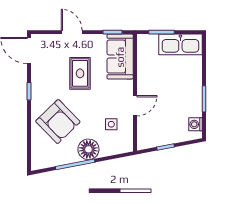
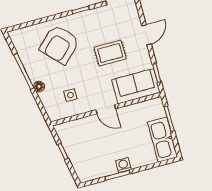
door: (135, 106) -> (106, 109), moved
washing machine: (196, 124) -> (123, 165), moved
floor lamp: (88, 149) -> (39, 86), width x0.53, depth x0.53

